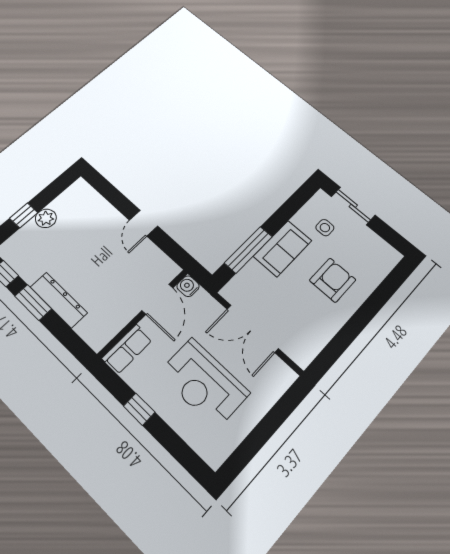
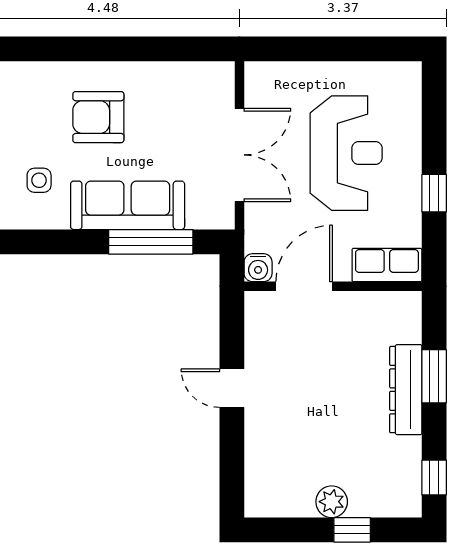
door: (144, 223) -> (232, 388), swing flipped
sofa: (282, 248) -> (128, 205), width x1.36
window: (33, 302) -> (434, 376), moved

